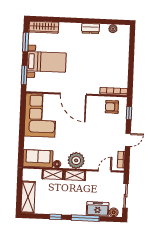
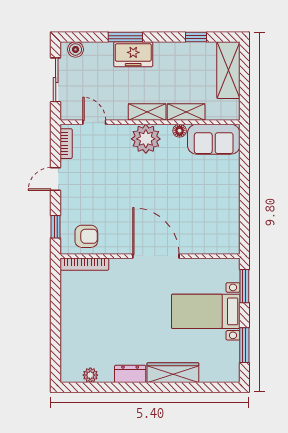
wardrobe: (44, 27) -> (173, 373), moved
corner sofa: (40, 115) -> (213, 216), removed
door: (105, 171) -> (94, 122), swing flipped
freezer: (98, 209) -> (133, 54), moved
window: (56, 217) -> (196, 37), moved
window: (85, 218) -> (125, 37), width x0.69

